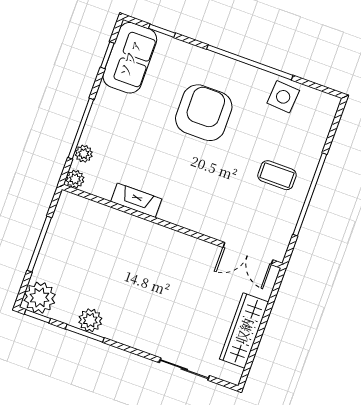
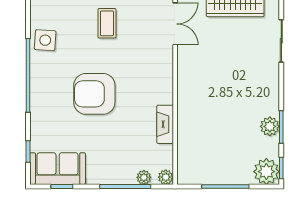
armchair: (204, 113) -> (94, 94), moved

